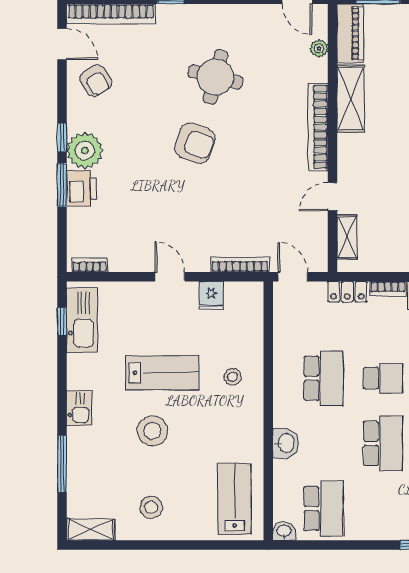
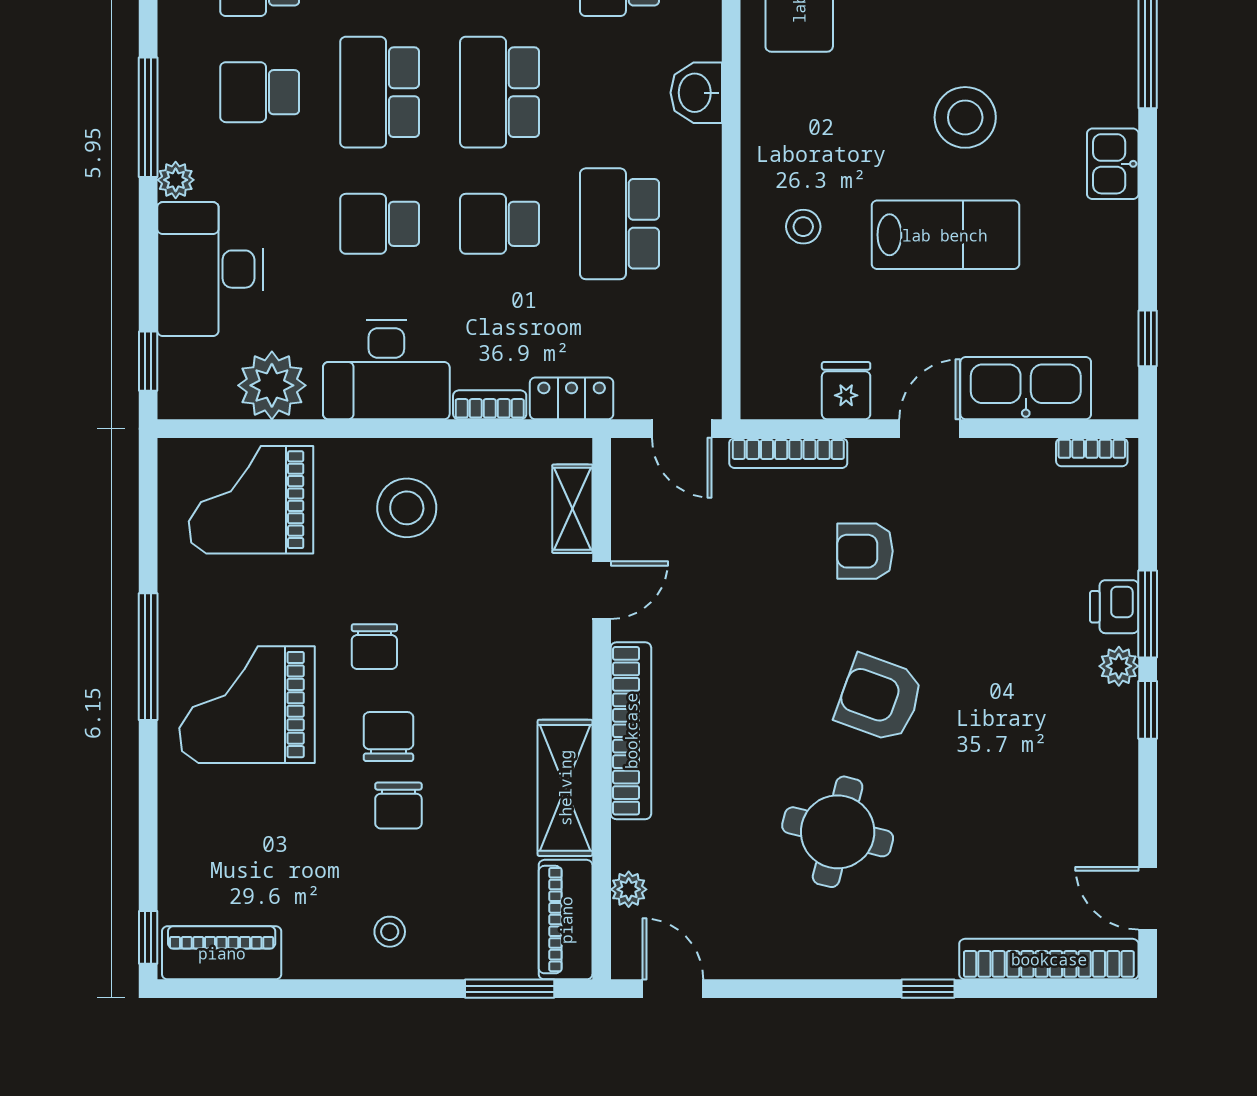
armchair: (96, 81) -> (865, 551), moved, turned -58
plant: (85, 150) -> (1119, 666), width x0.53, depth x0.53
printer: (81, 188) -> (1114, 607), width x0.73, depth x0.81
door: (170, 277) -> (930, 429), swing flipped
kitchen sink: (82, 320) -> (1026, 388), moved, turned 90
lab bench: (162, 373) -> (945, 235), turned 180

